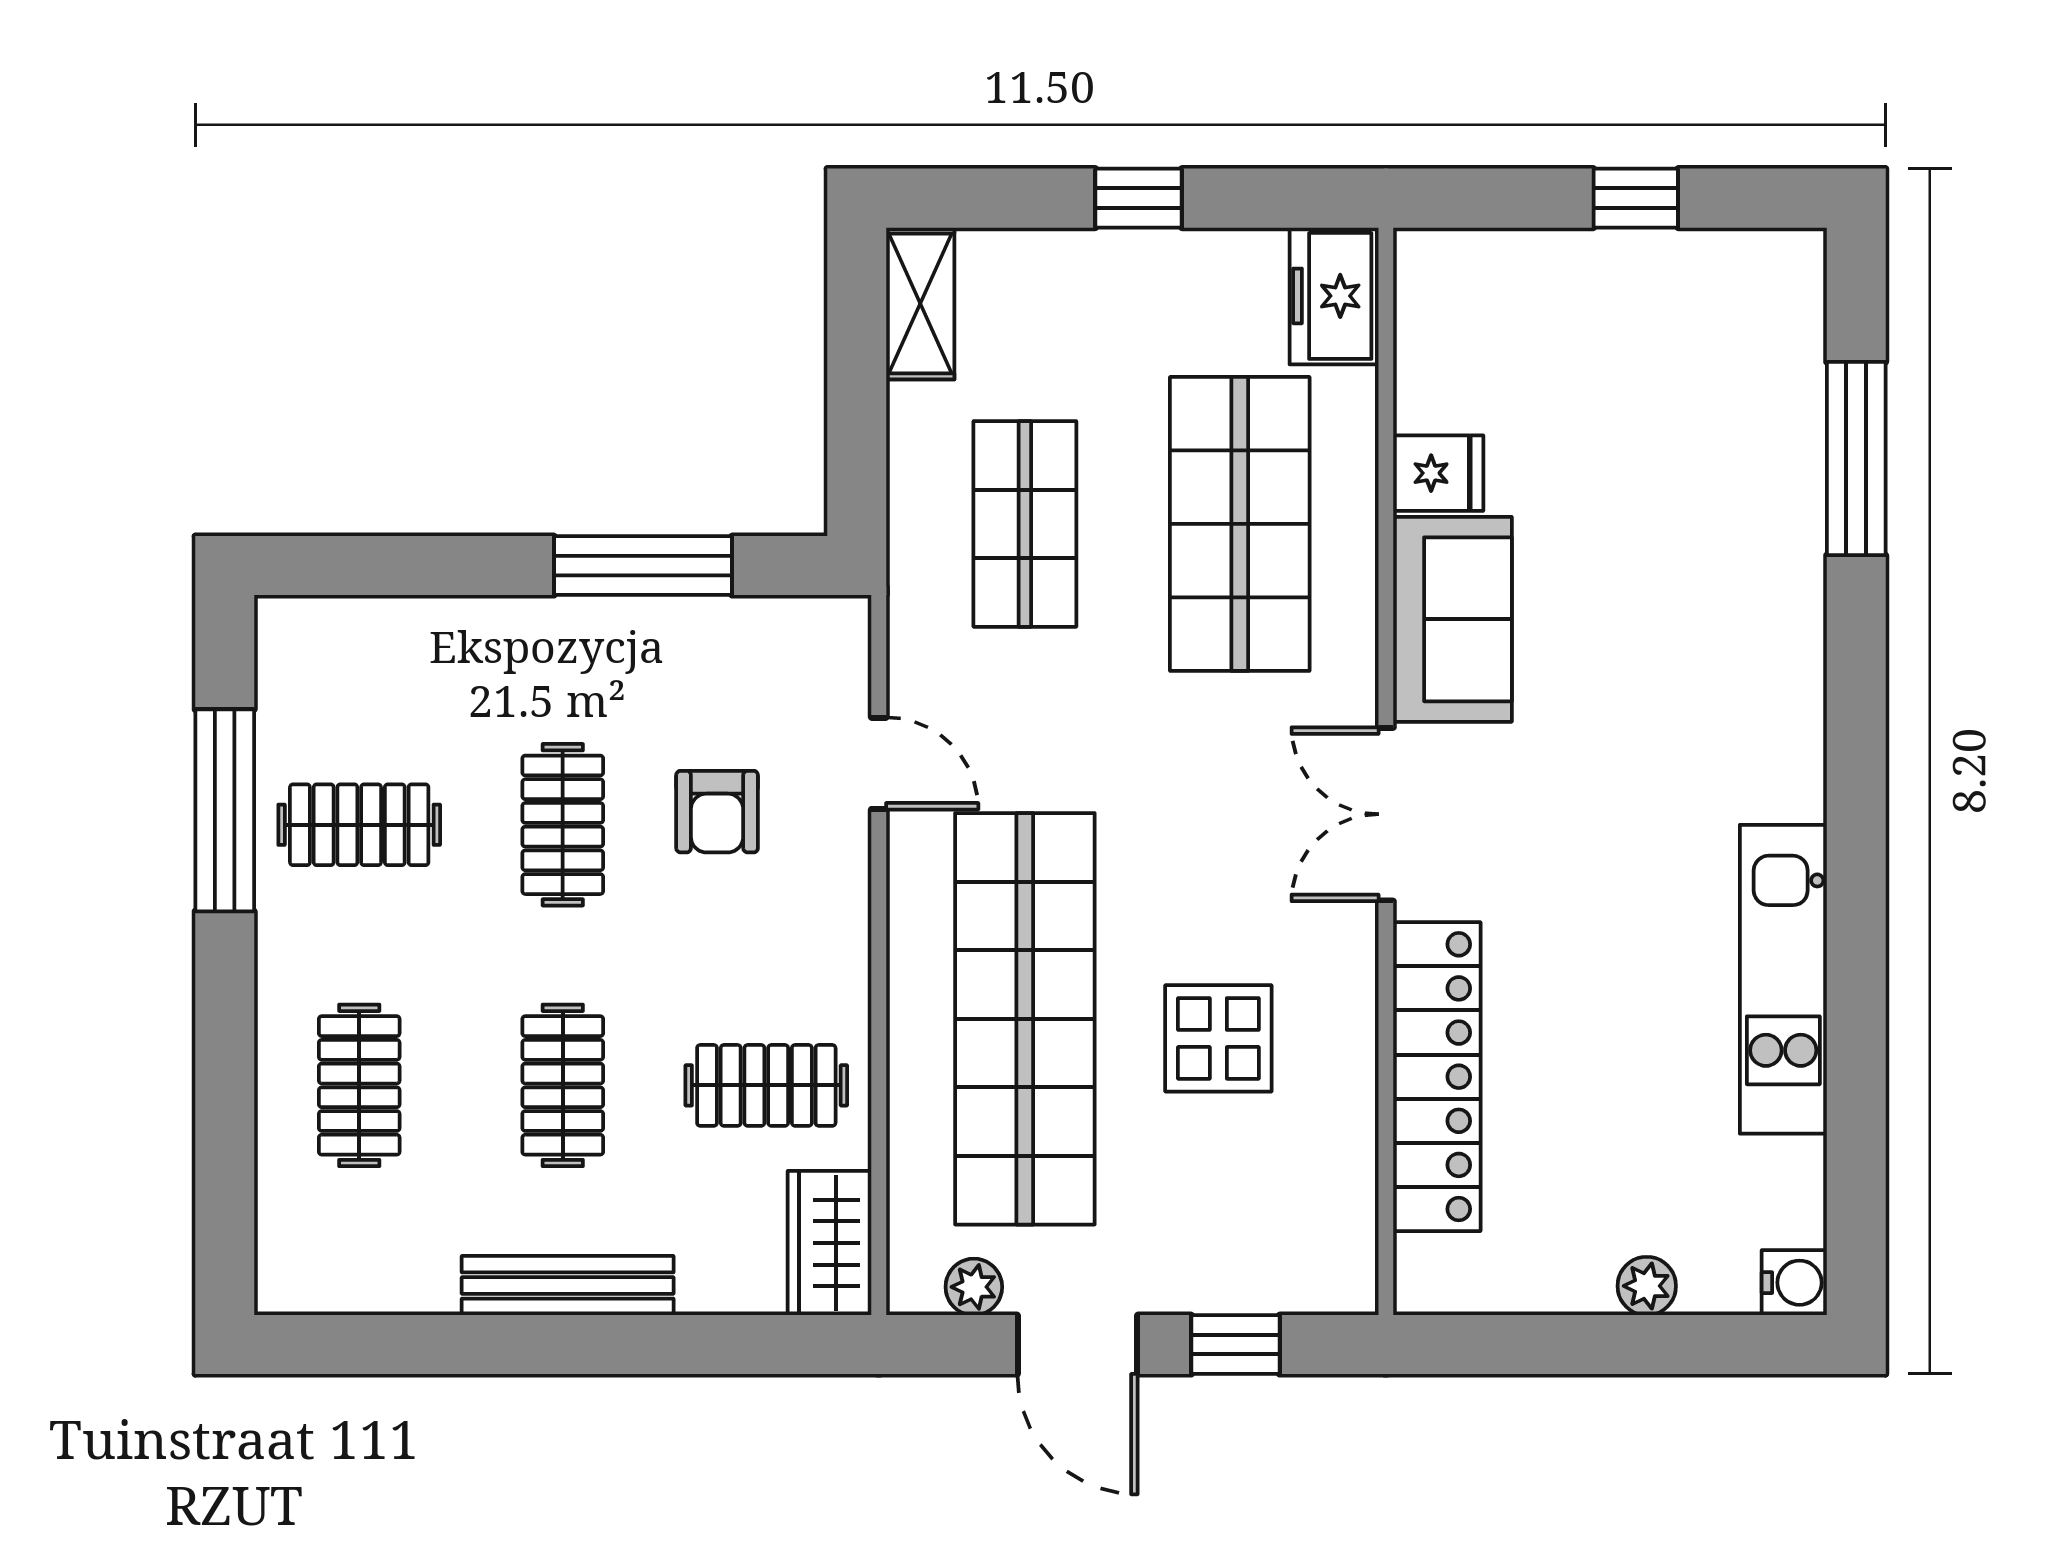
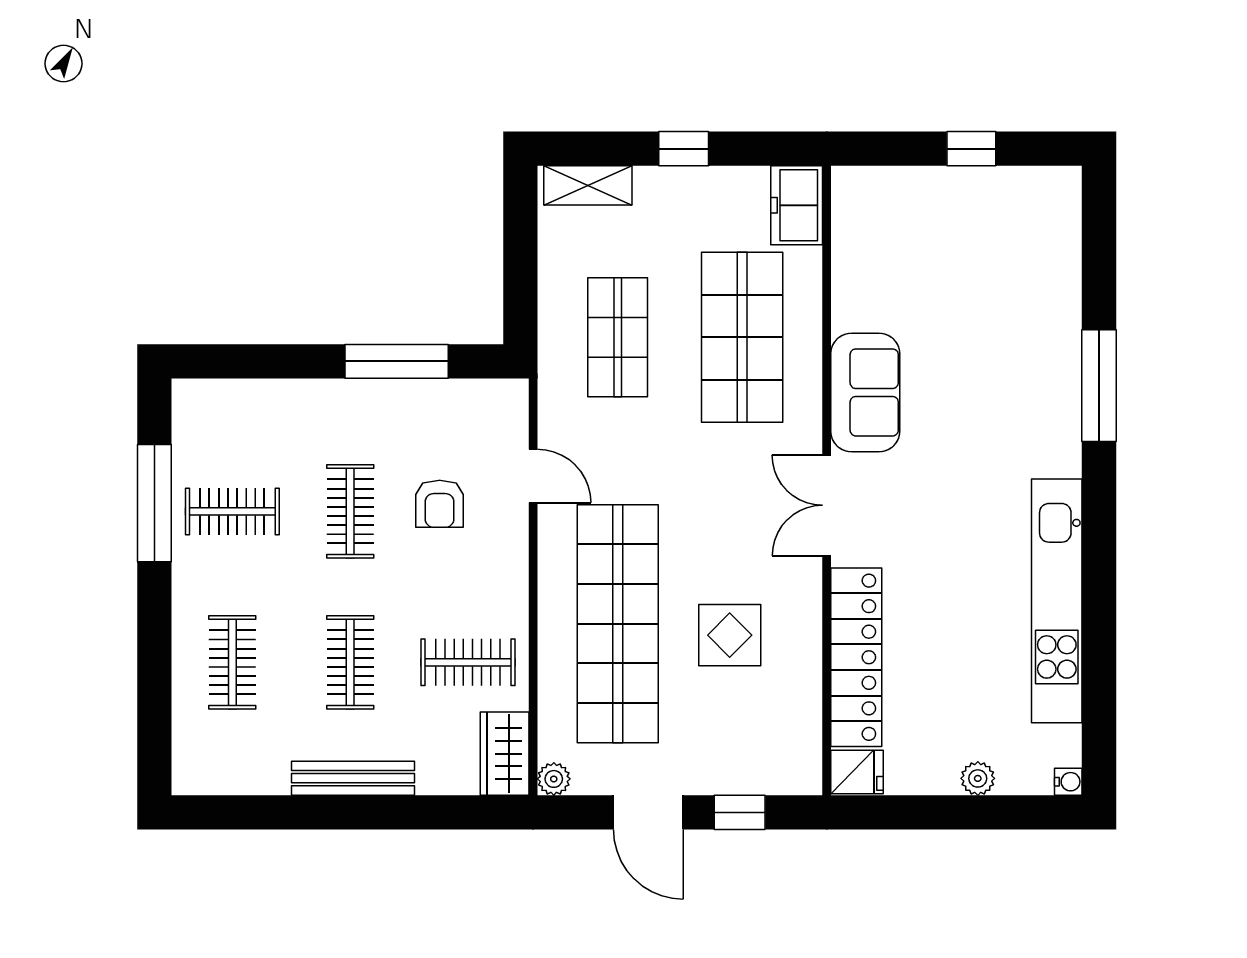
shelving: (920, 303) -> (588, 185), moved, turned 90
window: (1856, 459) -> (1099, 386), moved
fridge: (1438, 473) -> (857, 772), moved
kitchen unit: (1783, 979) -> (1057, 601), width x1.36
water cooler: (1794, 1283) -> (1068, 782), width x0.72, depth x0.72
plant: (974, 1287) -> (554, 779), moved

